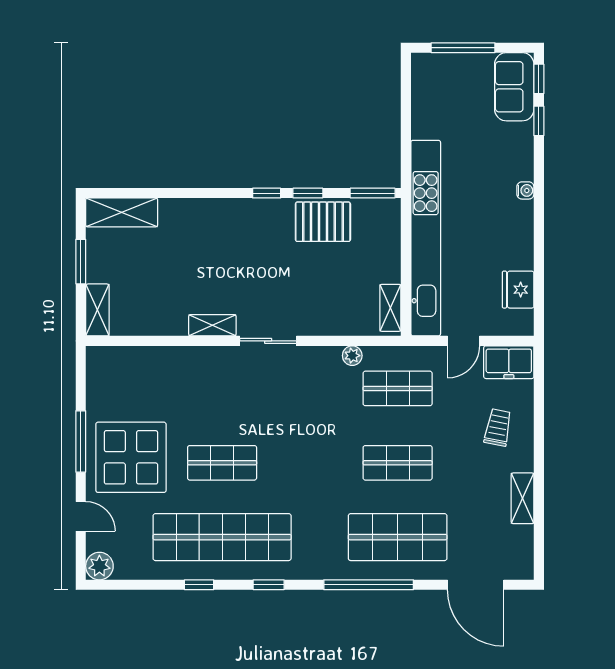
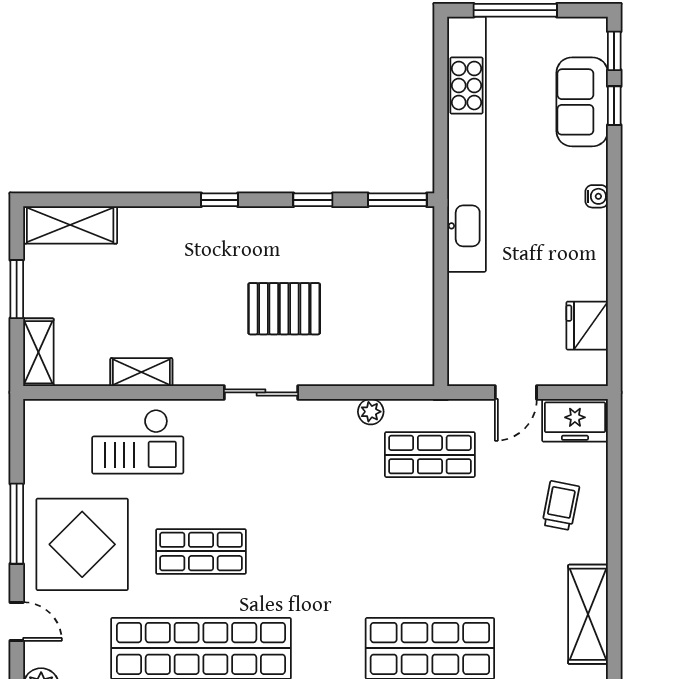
sofa: (514, 87) -> (582, 102), moved
window: (267, 193) -> (219, 200), moved
pallet: (323, 222) -> (284, 309), moved
kitchen unit: (426, 238) -> (467, 144), moved
shelving: (390, 308) -> (421, 349), removed
shelving: (212, 325) -> (141, 372), moved
checkout: (174, 379) -> (138, 442), added
shop shelf: (398, 463) -> (430, 551), removed
shelving: (523, 498) -> (588, 614), width x1.50, depth x1.33

